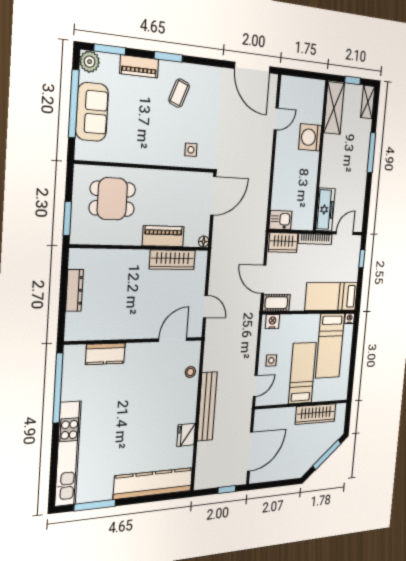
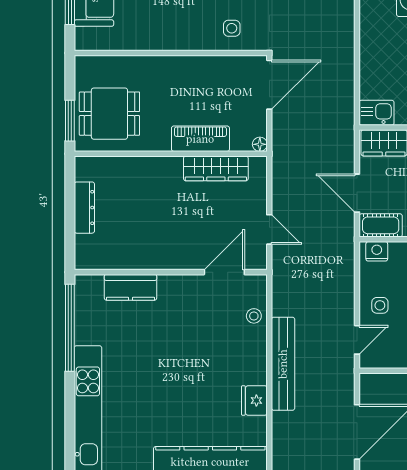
dining table: (112, 199) -> (109, 114), moved

